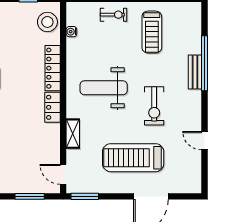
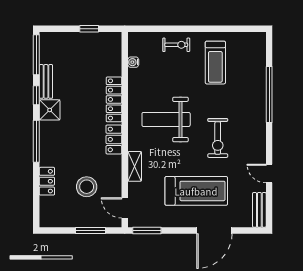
stool: (47, 22) -> (87, 187), moved
bench: (195, 72) -> (259, 210), moved
treadmill: (133, 158) -> (196, 191), turned 180

